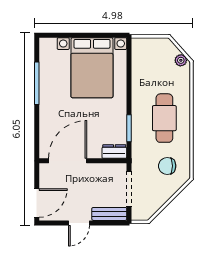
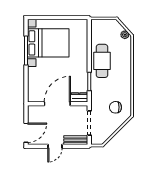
bed with nightstands: (92, 68) -> (48, 43), moved, turned -90
cafe table: (164, 118) -> (102, 61), moved
door: (68, 161) -> (57, 104), moved

